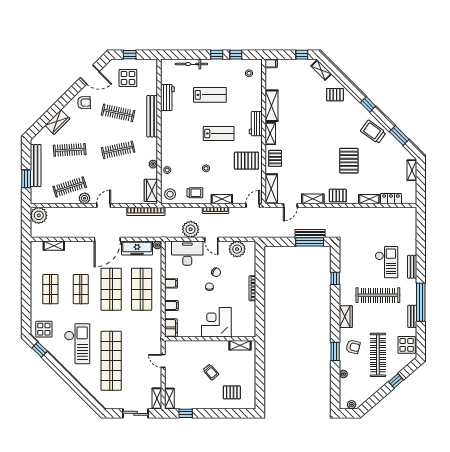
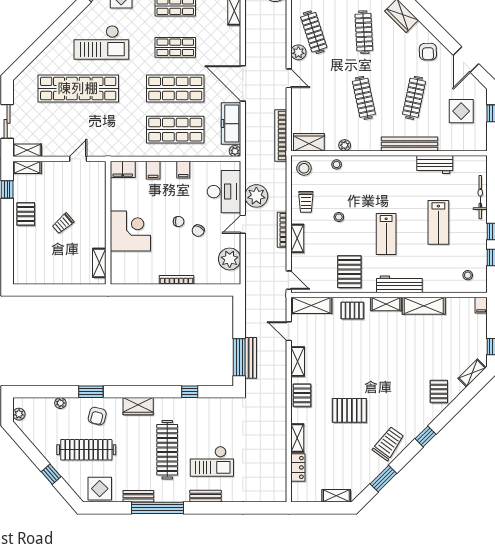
workbench: (256, 124) -> (399, 284), width x1.38
pallet: (232, 392) -> (26, 214), moved

